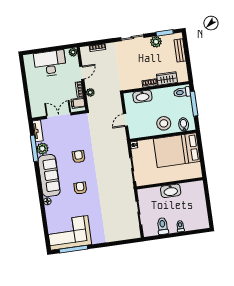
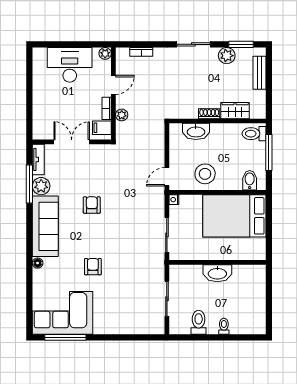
door: (126, 120) -> (167, 177), moved
stool: (164, 123) -> (205, 174), moved
armchair: (80, 188) -> (93, 267), moved

